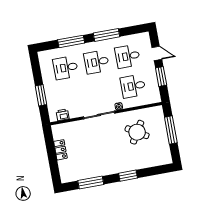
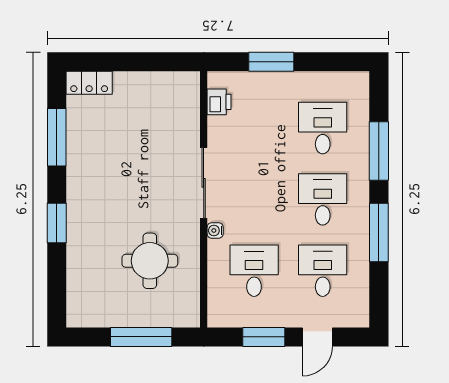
round table: (137, 132) -> (150, 261), turned -31
locker: (60, 150) -> (89, 83), moved

